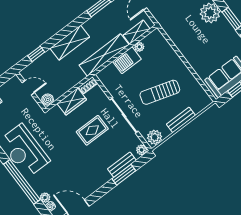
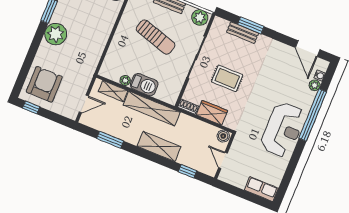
plant: (142, 150) -> (218, 23), removed

